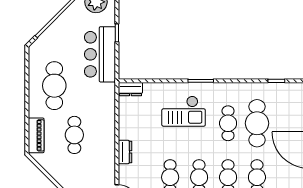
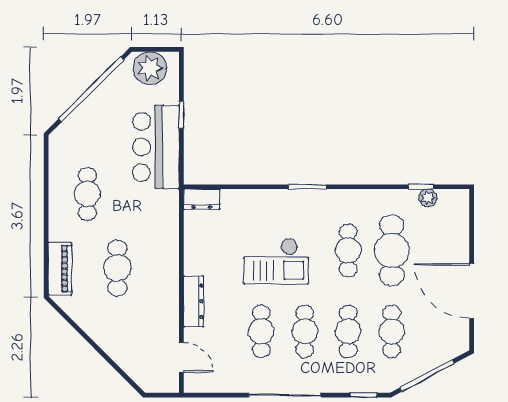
cafe table: (54, 86) -> (87, 194), width x0.73, depth x0.74
plant: (281, 88) -> (428, 198), added
checkout: (184, 111) -> (276, 261), moved
dresser: (125, 152) -> (194, 301), width x1.44

